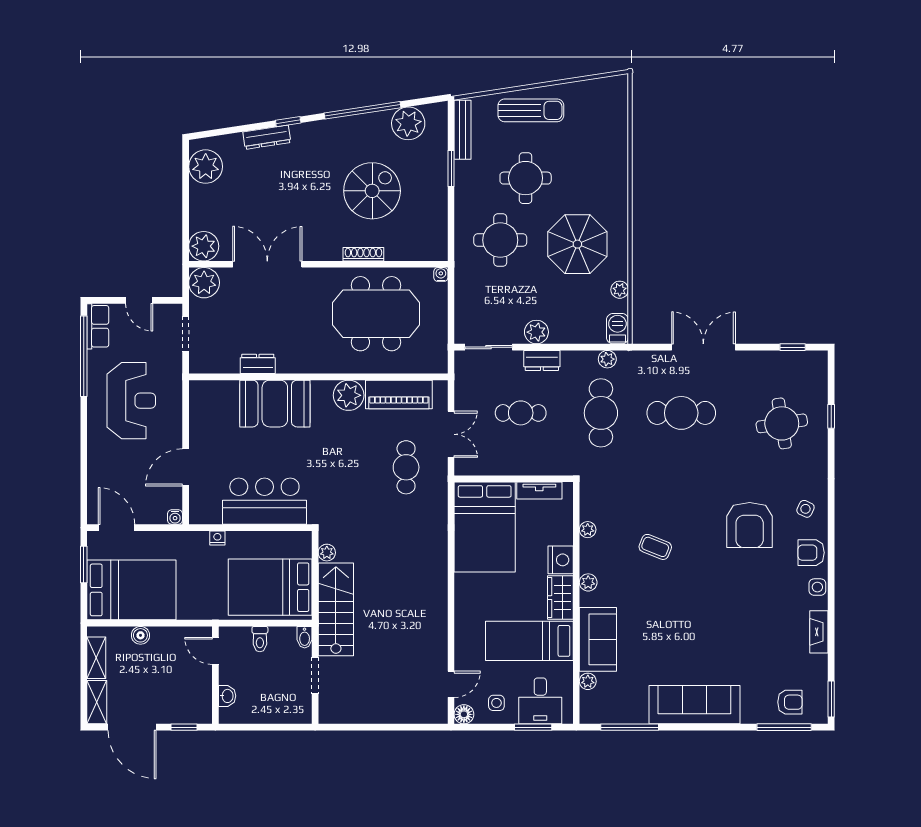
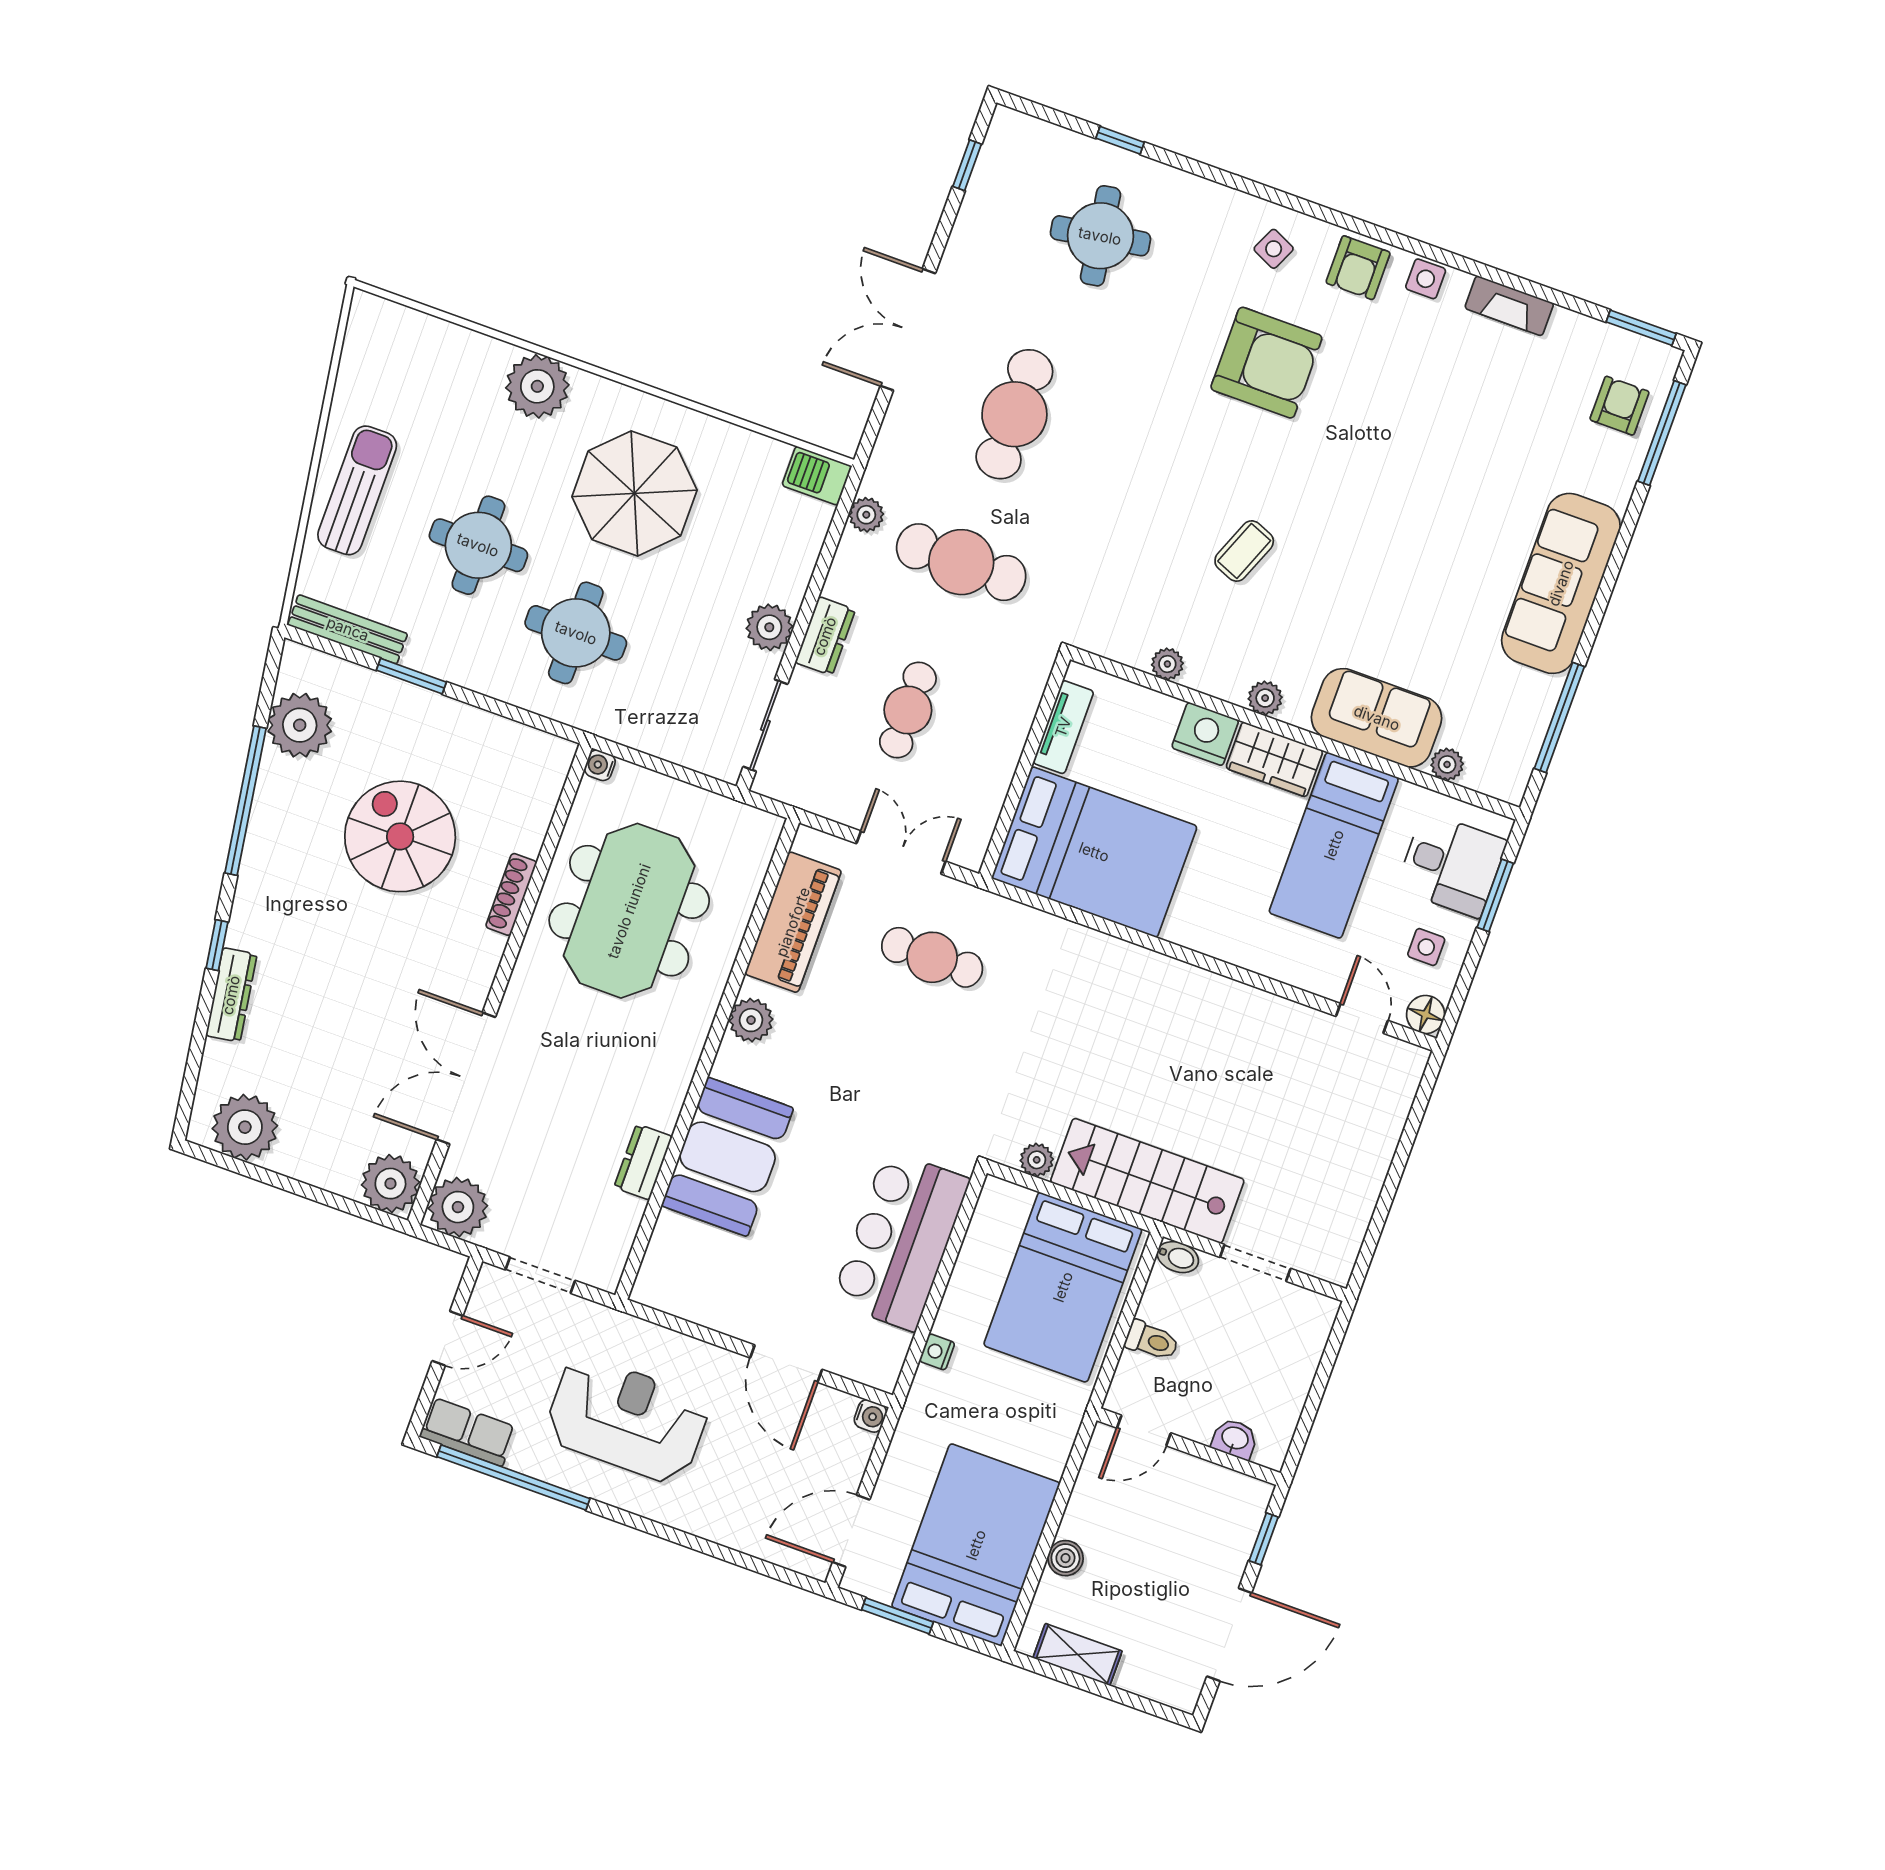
plant: (620, 290) -> (537, 386), moved, width x1.87, depth x1.87
plant: (349, 395) -> (751, 1020), width x0.73, depth x0.73
shelving: (97, 702) -> (1160, 1683), removed

